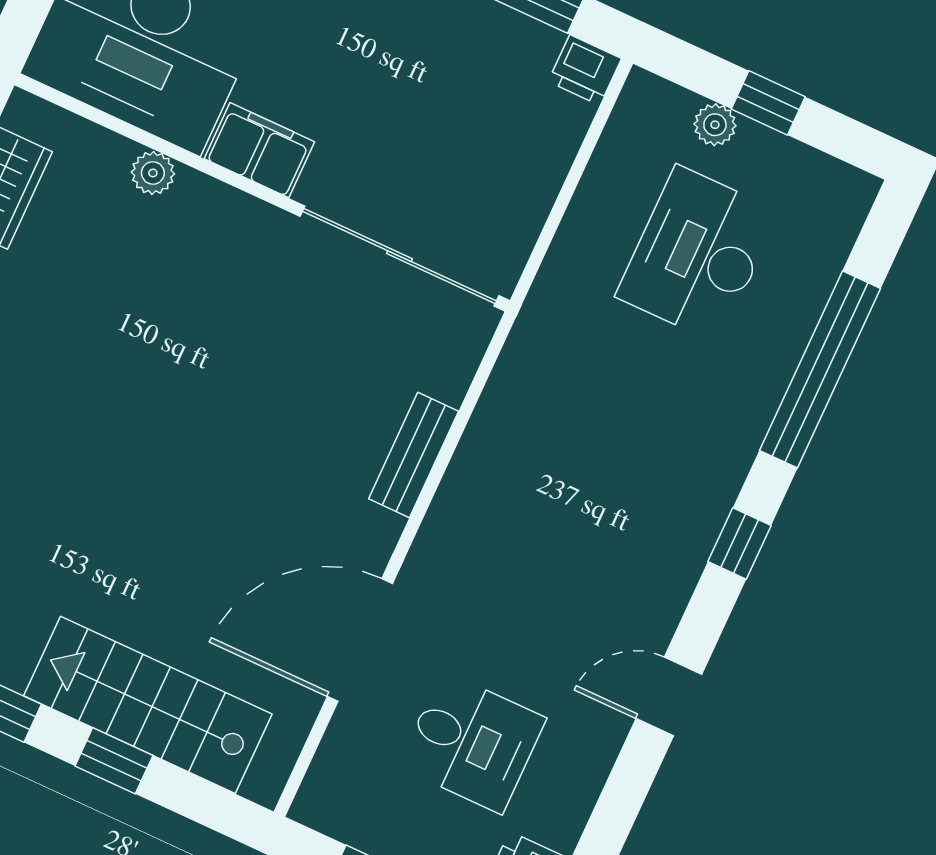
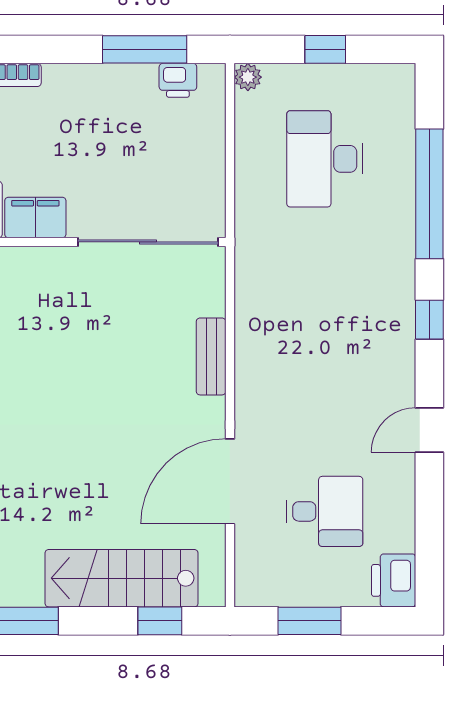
printer: (585, 70) -> (178, 80), moved
plant: (715, 125) -> (248, 77), moved
window: (114, 761) -> (160, 621), moved

